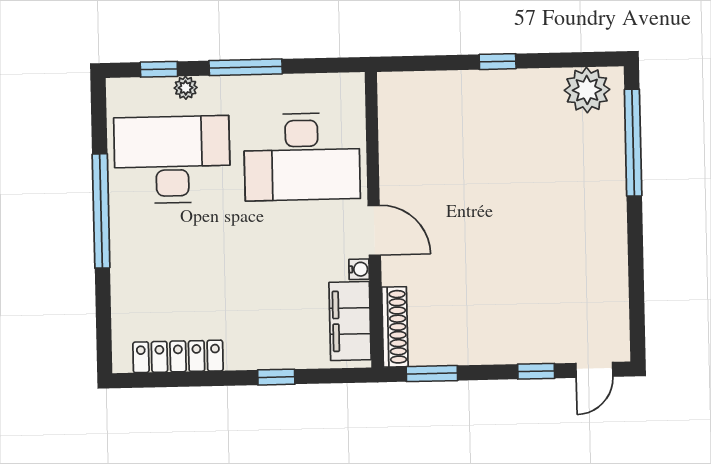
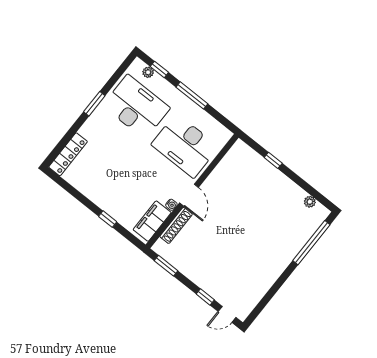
window: (498, 62) -> (273, 160), moved
plant: (186, 88) -> (148, 72), moved
plant: (587, 90) -> (310, 202), width x0.53, depth x0.53
window: (101, 211) -> (94, 104), width x0.47
shoe rack: (395, 327) -> (176, 225), moved
locker: (178, 356) -> (68, 154), moved, turned 90

